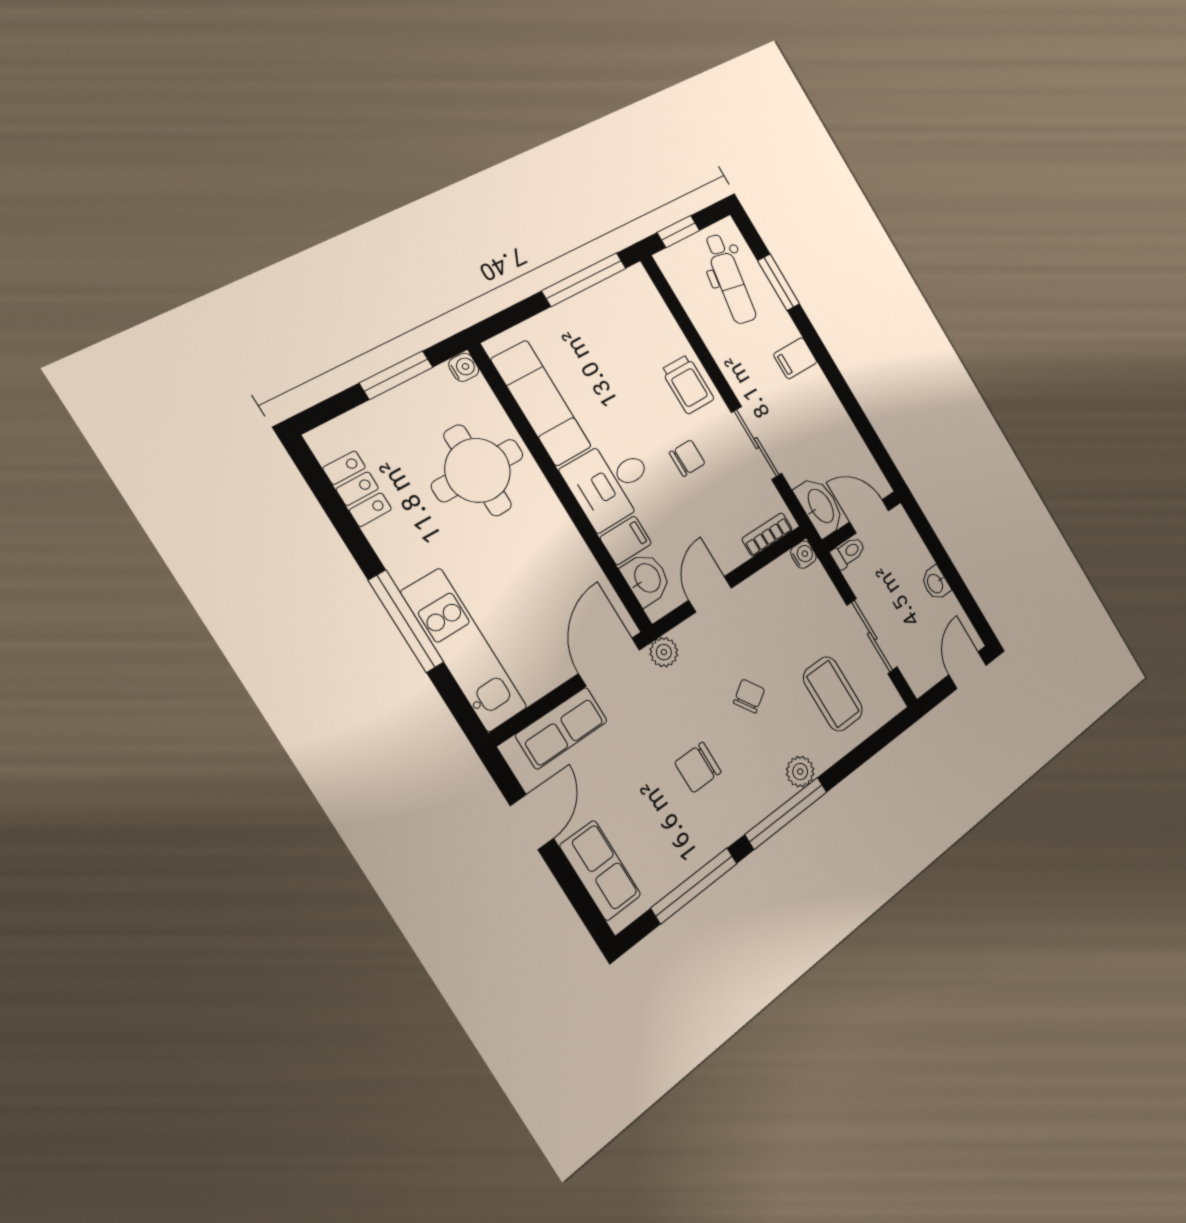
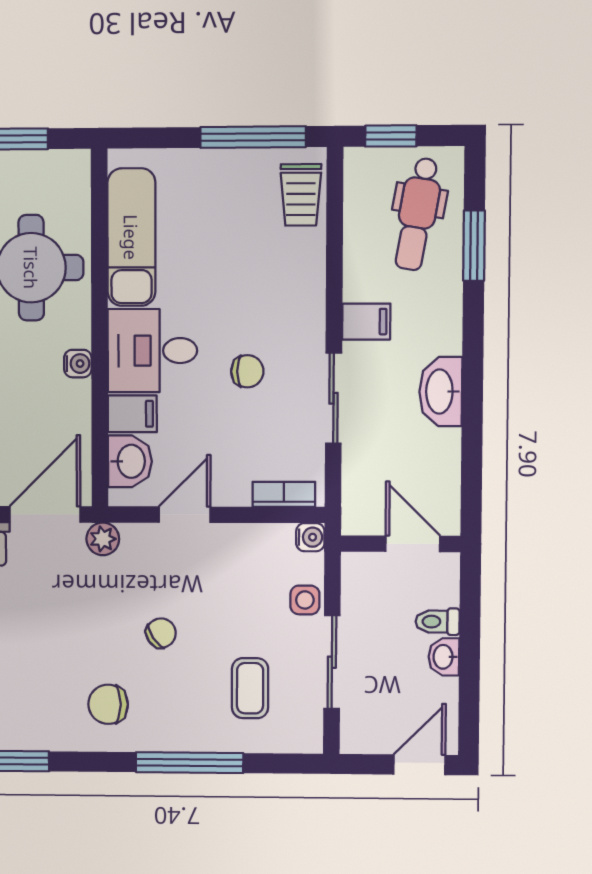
filing cabinet: (795, 358) -> (366, 322), moved, turned 180
water cooler: (464, 367) -> (78, 364), moved
trolley: (688, 384) -> (301, 195), moved
washbasin: (820, 506) -> (441, 392), moved, turned 180
toilet: (848, 552) -> (438, 622), moved, turned 180
side table: (828, 603) -> (305, 600), added
coffee table: (833, 694) -> (250, 688), width x0.73, depth x0.77
chair: (698, 767) -> (108, 704), moved
plant: (800, 772) -> (166, 735), removed
window: (786, 813) -> (190, 763), moved

